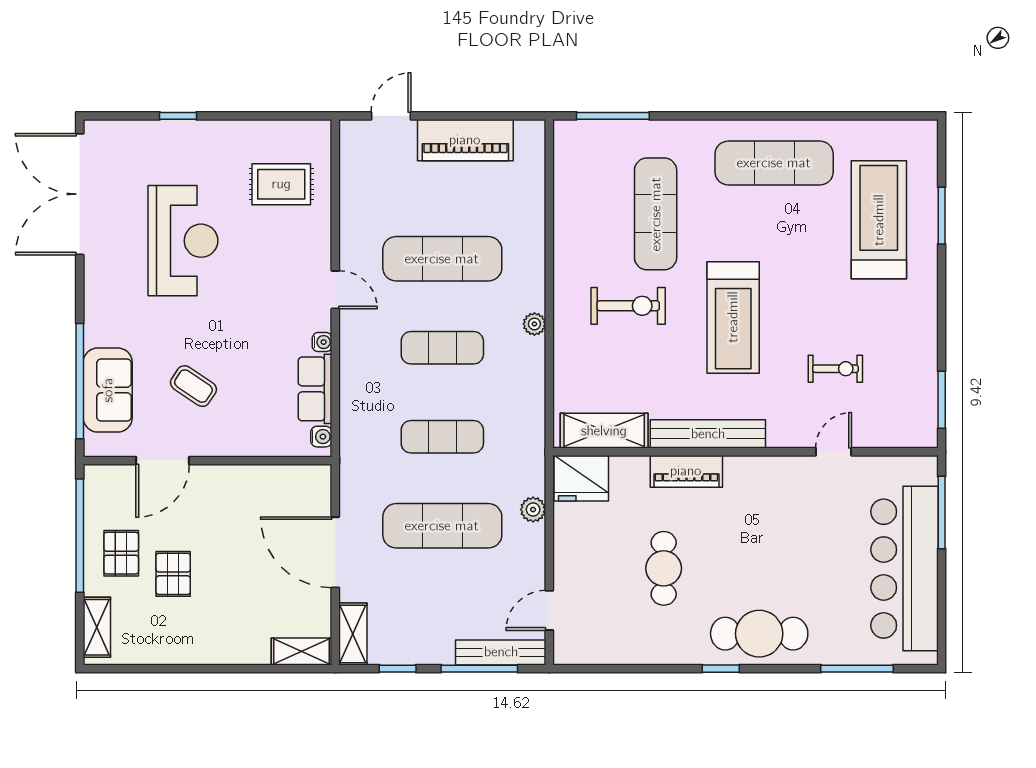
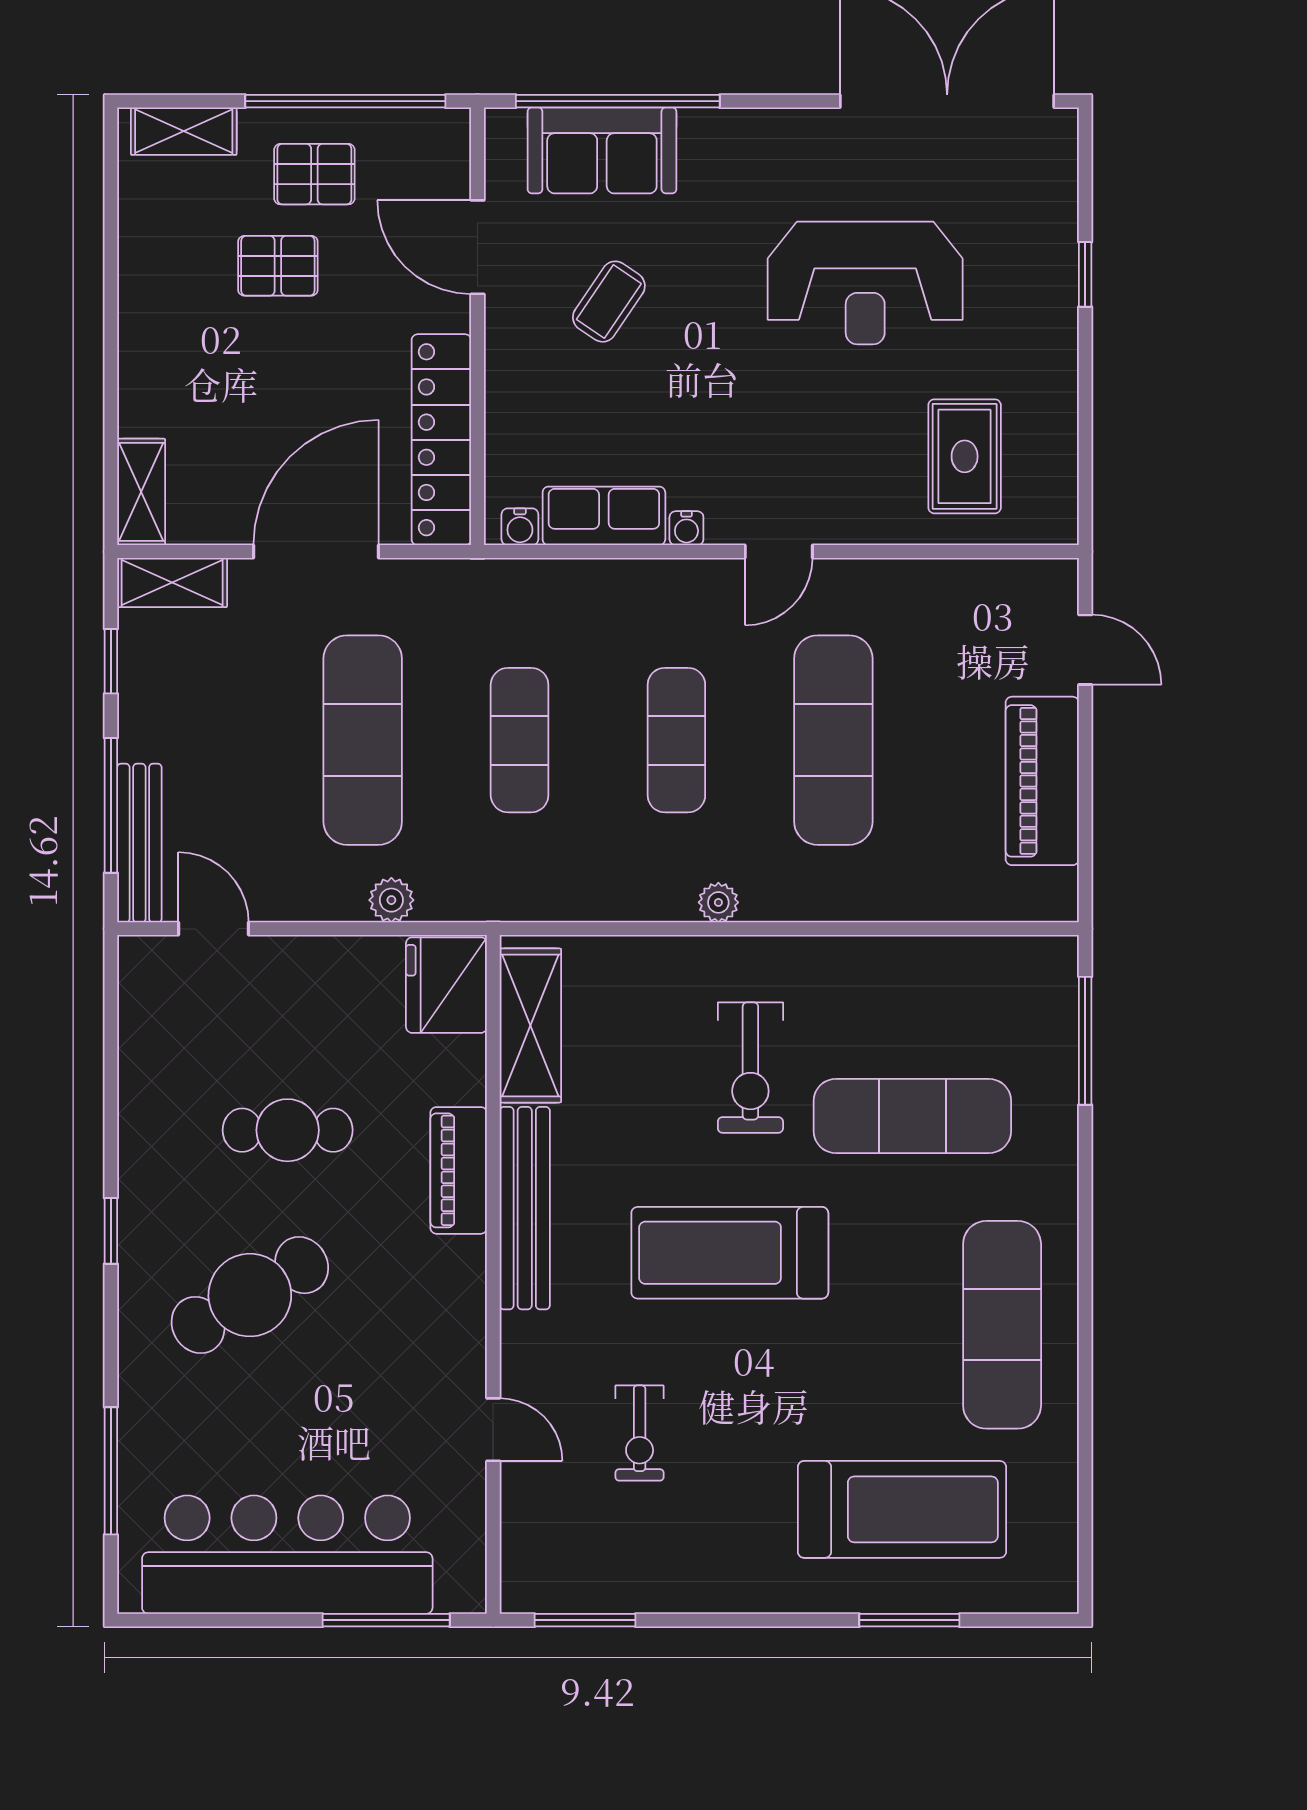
locker: (272, 481) -> (441, 440), added
cafe table: (759, 634) -> (250, 1295), moved, turned 60

